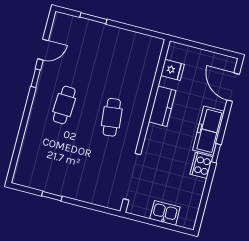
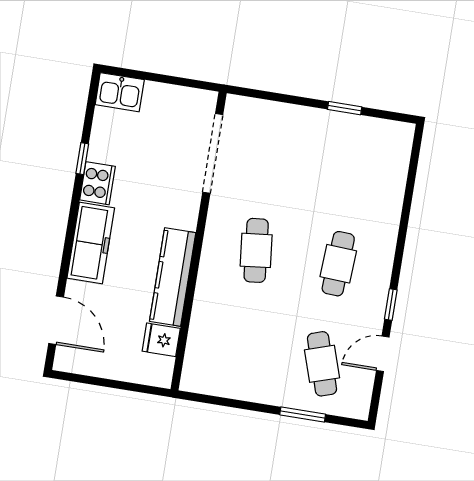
cafe table: (79, 47) -> (322, 364), added
kitchen counter: (162, 106) -> (173, 277), width x1.50
window: (216, 153) -> (82, 159), moved
kitchen sink: (165, 213) -> (120, 92), moved

